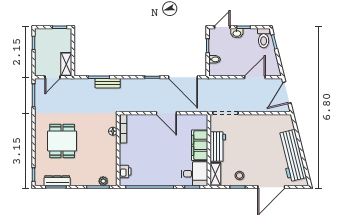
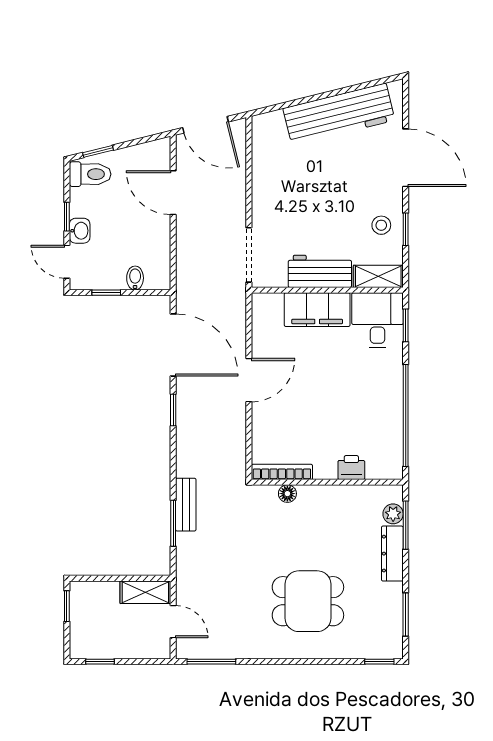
door: (183, 77) -> (173, 345), hinge flipped
printer: (125, 171) -> (351, 468), moved
dresser: (57, 181) -> (392, 554), moved

